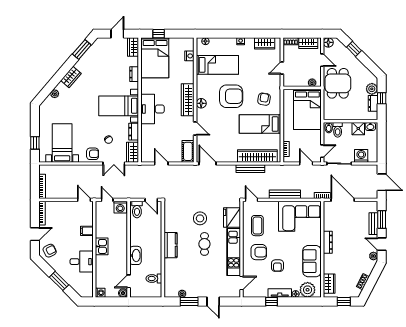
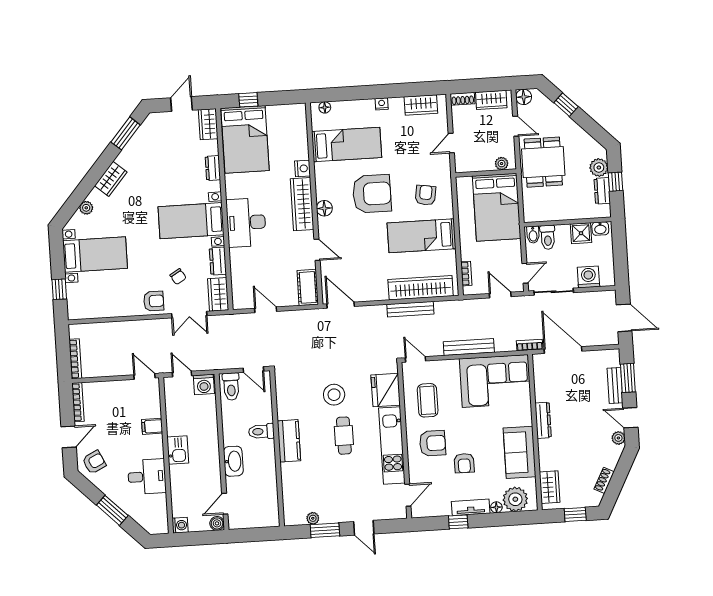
nightstand: (189, 56) -> (303, 168), moved
bed with nightstands: (62, 143) -> (95, 255), moved, turned 90
toilet: (154, 279) -> (261, 431), moved

